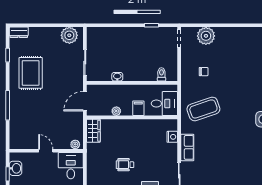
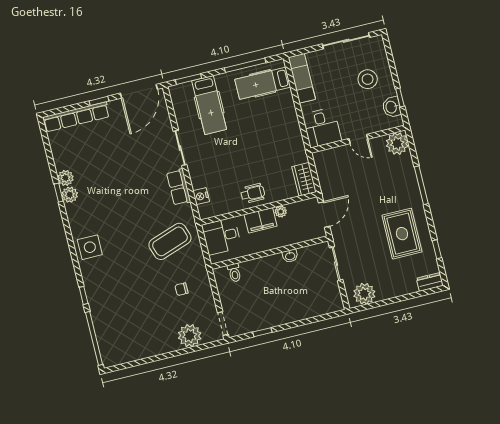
filing cabinet: (138, 108) -> (261, 220), width x2.00
plant: (75, 144) -> (397, 144), moved, width x1.88, depth x1.88
wheelchair: (125, 165) -> (253, 193), moved

